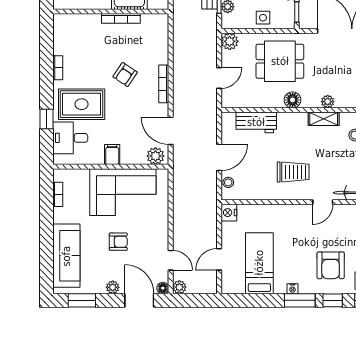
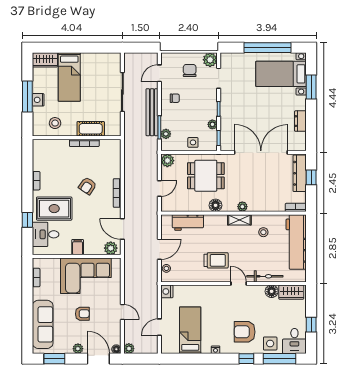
door: (323, 202) -> (239, 283), swing flipped
door: (171, 260) -> (122, 312), moved
armchair: (331, 265) -> (245, 332), turned 90
window: (300, 300) -> (221, 359), removed

